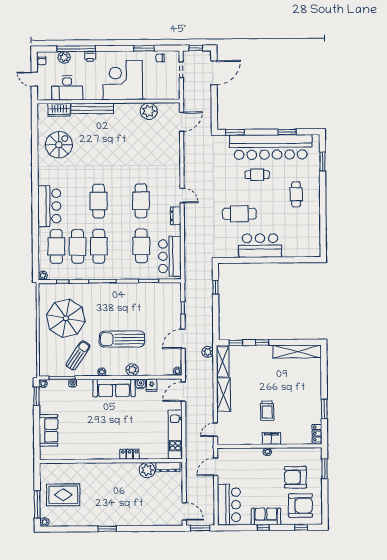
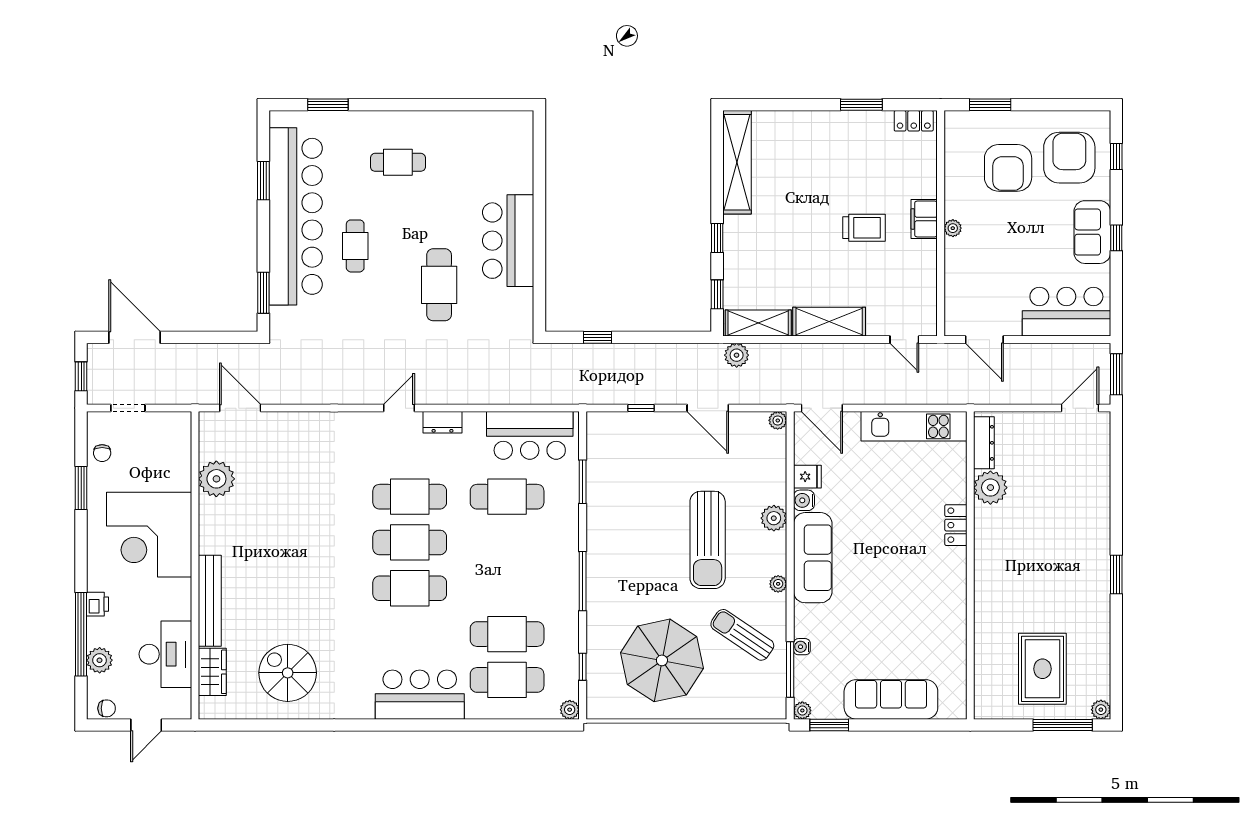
cafe table: (99, 246) -> (410, 542), moved
sofa: (49, 430) -> (891, 699), width x1.36

